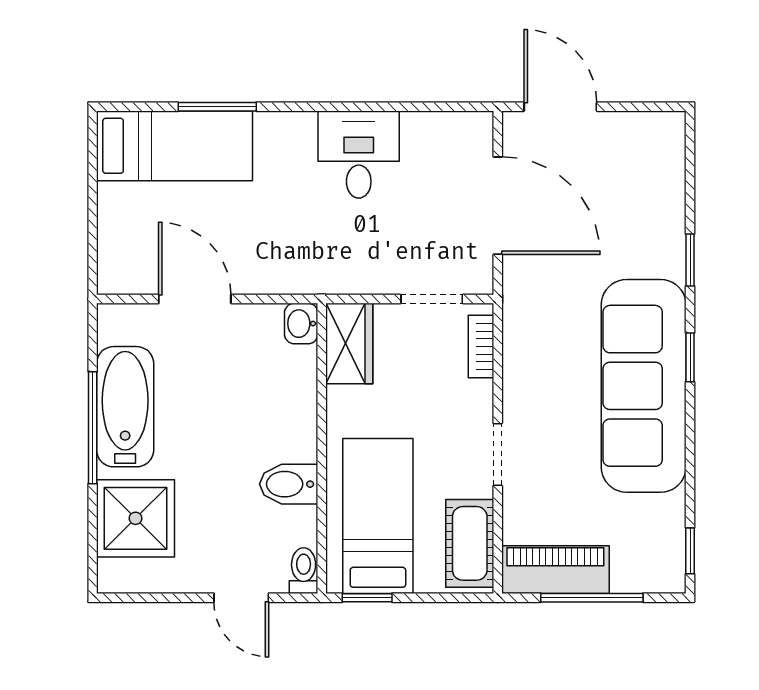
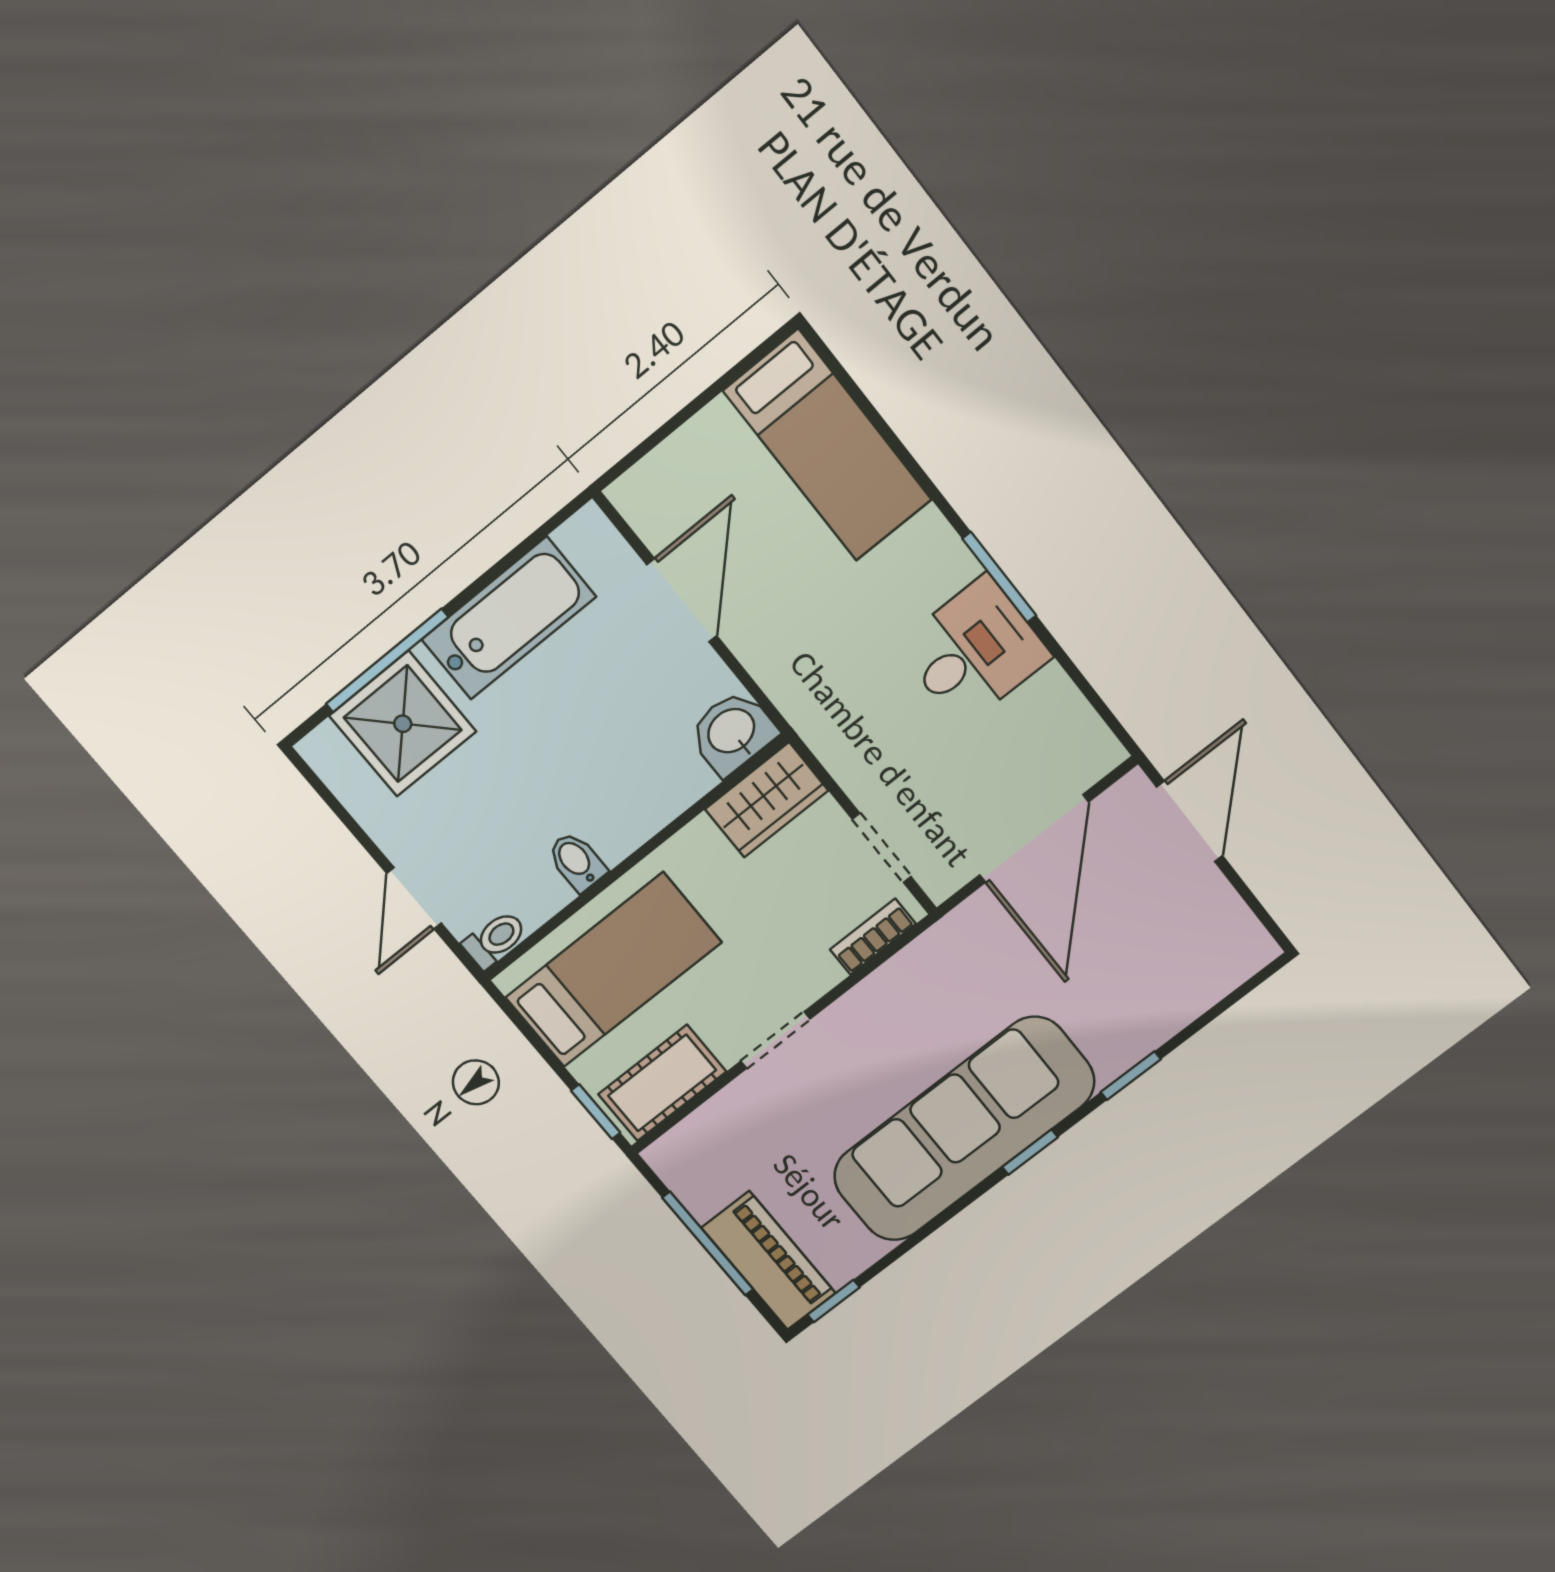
window: (217, 107) -> (999, 577), moved
washbasin: (301, 324) -> (732, 732), width x1.38, depth x1.45
window: (93, 428) -> (387, 661), moved
bidet: (289, 484) -> (577, 862), width x0.72, depth x0.74
piano: (555, 570) -> (769, 1261), moved
window: (367, 598) -> (596, 1112), moved

